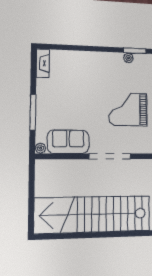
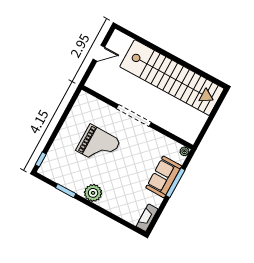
plant: (129, 58) -> (93, 193), moved, width x1.88, depth x1.88
sofa: (68, 142) -> (164, 177), moved, turned 90

